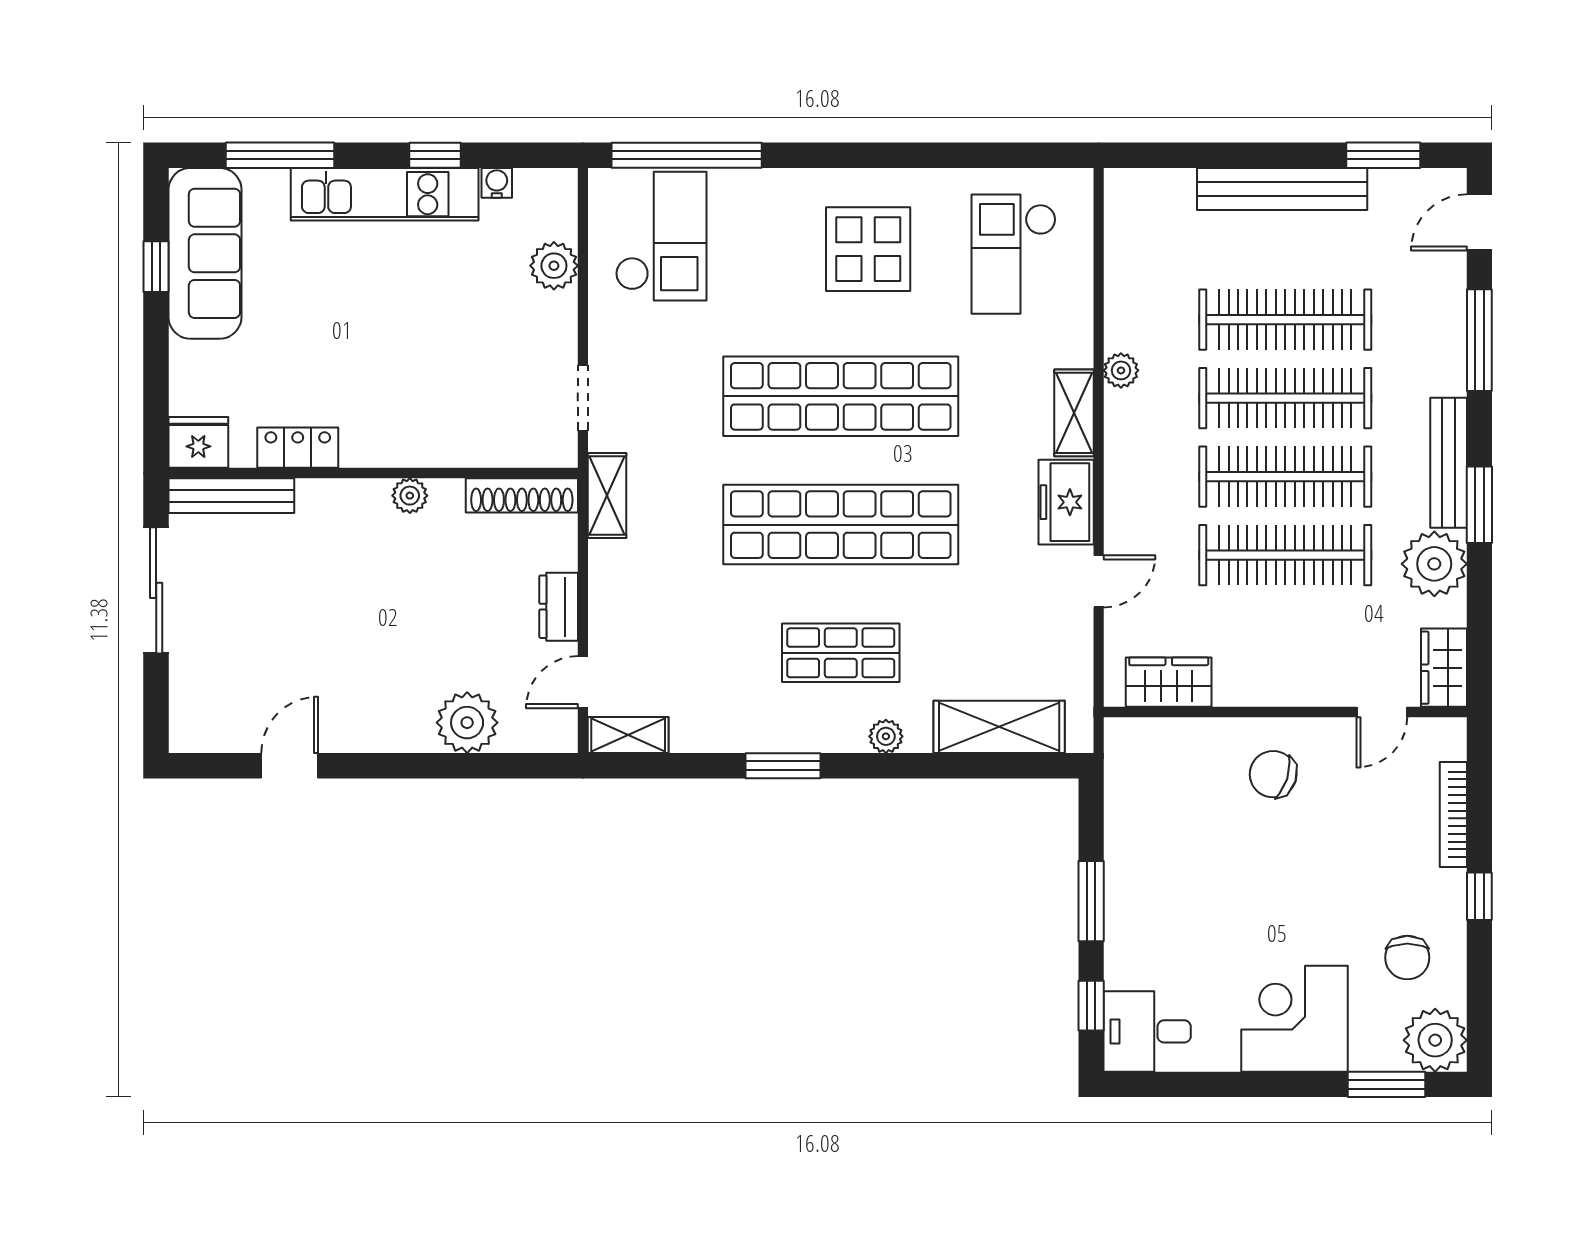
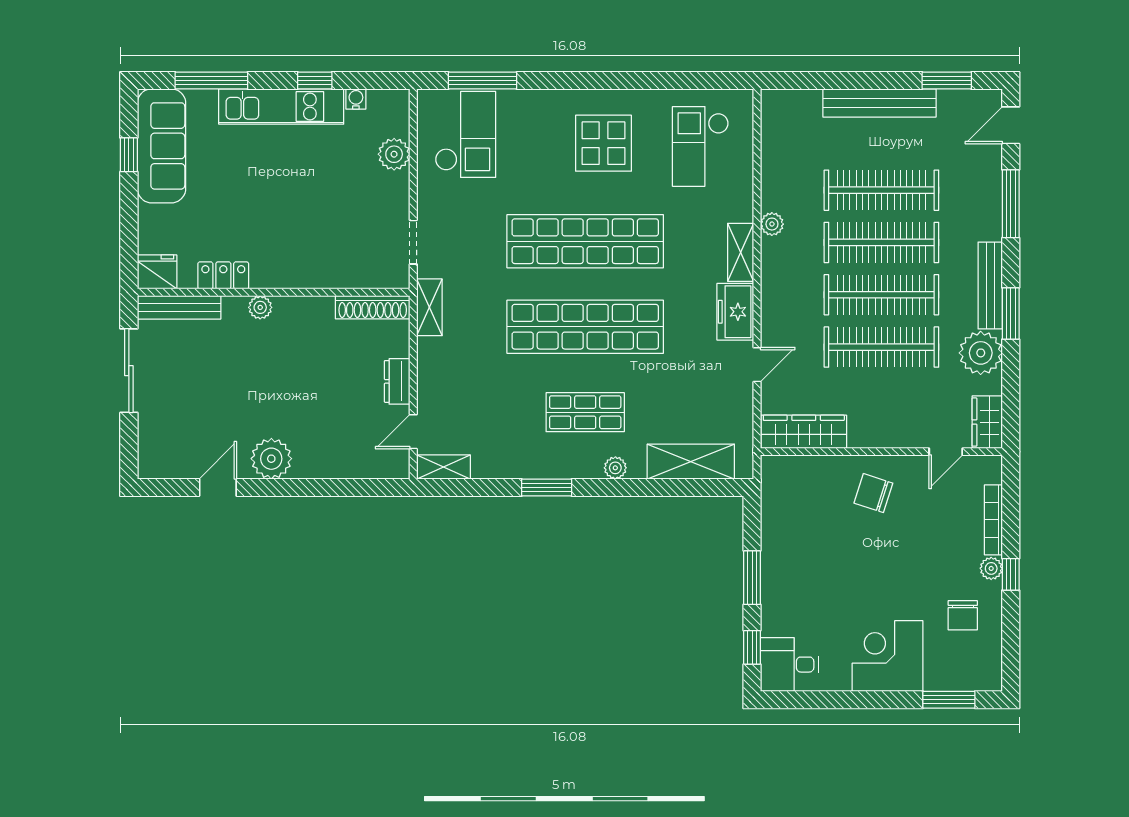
window: (687, 155) -> (482, 81), width x0.68
plant: (410, 496) -> (260, 307), moved
wardrobe: (1169, 682) -> (804, 432), width x1.50
plant: (467, 723) -> (271, 459), moved
plant: (1435, 1040) -> (991, 568), moved, width x0.53, depth x0.53

